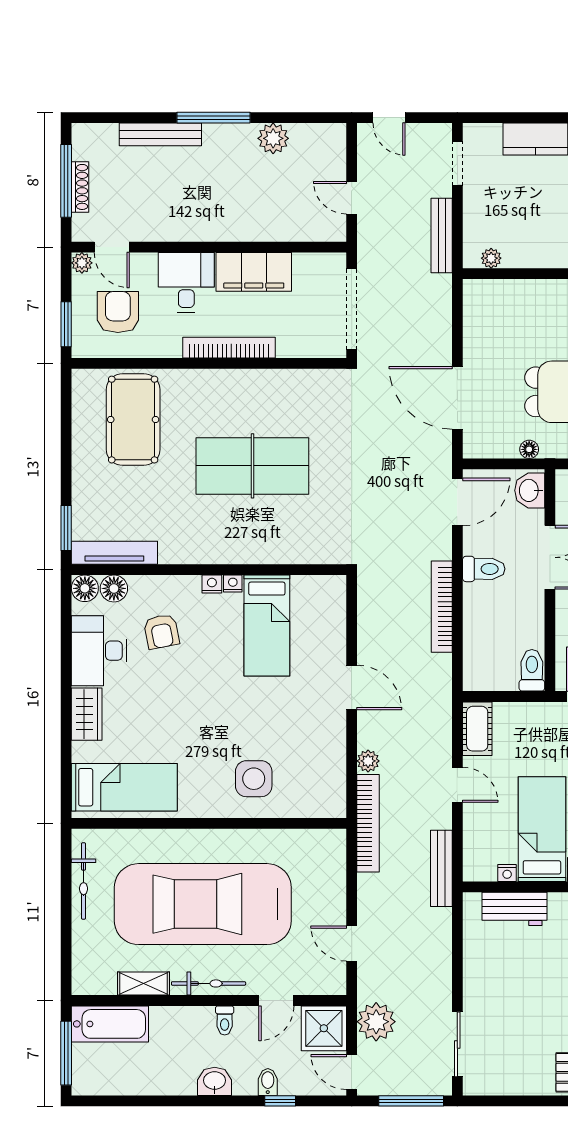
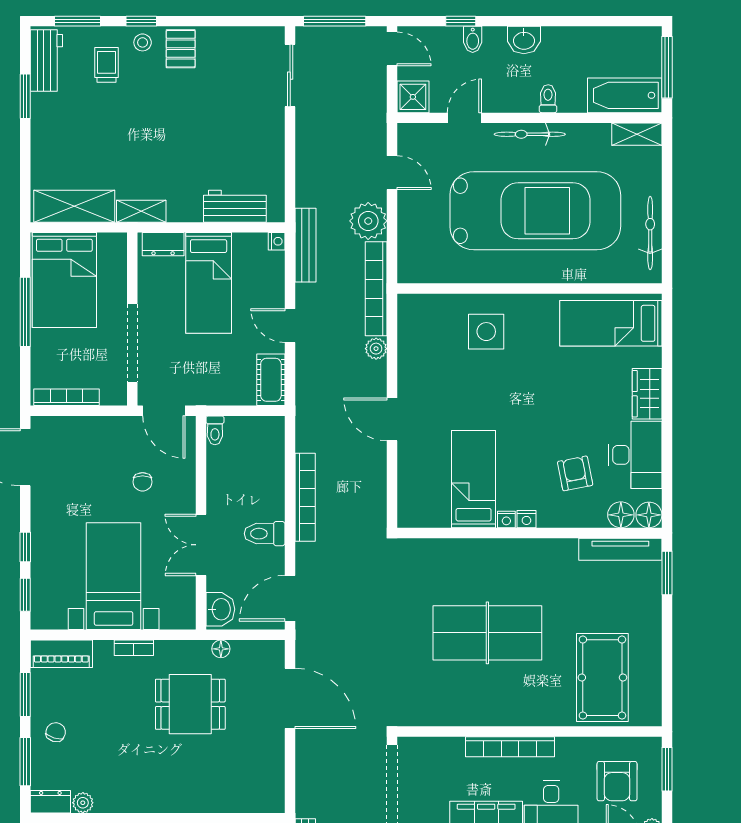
toilet: (532, 670) -> (215, 430), width x0.73, depth x0.72
nightstand: (507, 873) -> (277, 241), moved, turned 90
shelving: (143, 984) -> (637, 134), moved
toilet: (225, 1020) -> (548, 99), moved
plant: (376, 1022) -> (368, 221), moved
shower: (324, 1028) -> (413, 97), width x0.73, depth x0.73

